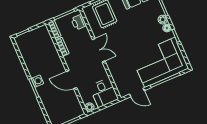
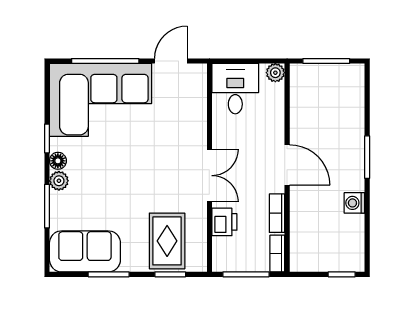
printer: (79, 22) -> (224, 222), moved
double door: (99, 50) -> (209, 176), swing flipped
door: (71, 80) -> (287, 165), moved
washing machine: (37, 81) -> (354, 203), moved
door: (137, 92) -> (171, 61), hinge flipped

